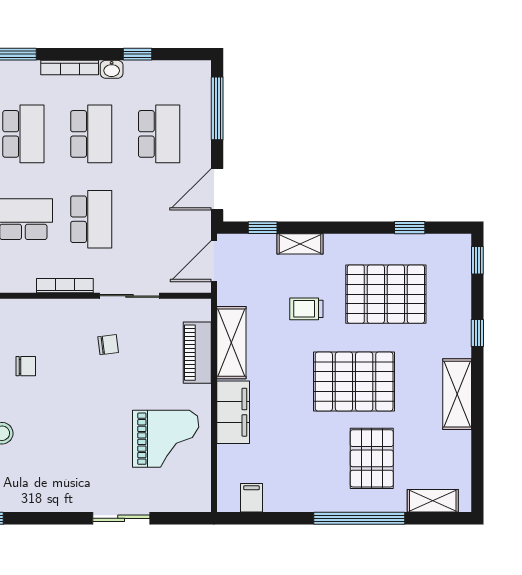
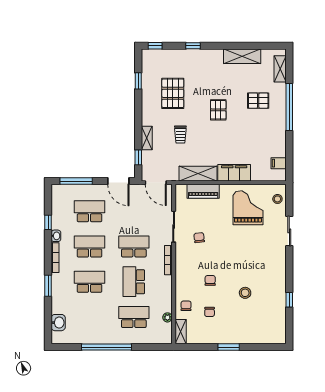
pallet: (386, 294) -> (173, 93), width x0.73, depth x0.71
pallet: (354, 382) -> (218, 110), width x0.49, depth x0.50
shelving: (457, 394) -> (242, 56), moved
pallet: (372, 458) -> (258, 101), width x0.67, depth x0.71
stool: (183, 495) -> (277, 199), added

